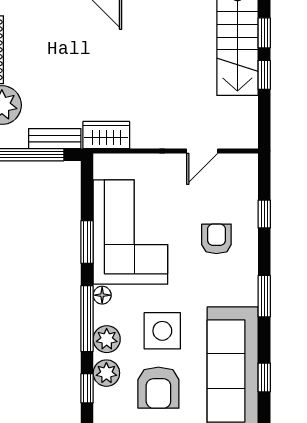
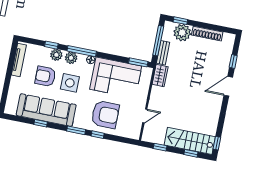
window: (264, 75) -> (160, 147), moved
door: (202, 151) -> (145, 116), swing flipped
window: (264, 214) -> (98, 135), moved
armchair: (216, 239) -> (105, 115), width x1.88, depth x1.88
window: (87, 242) -> (138, 62), moved

